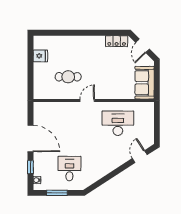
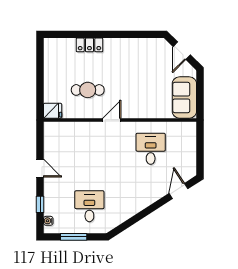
locker: (117, 41) -> (89, 45), moved
fridge: (40, 56) -> (53, 111), moved
desk: (118, 123) -> (151, 149), width x0.73
door: (30, 138) -> (40, 168), width x0.53

